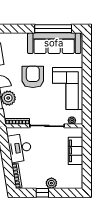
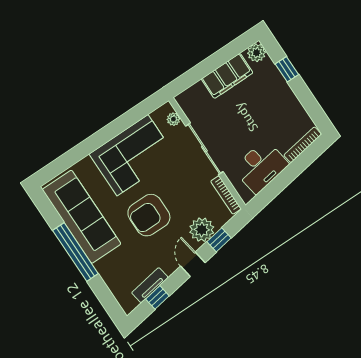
window: (53, 29) -> (75, 252), moved
filing cabinet: (75, 151) -> (227, 76), moved
plant: (51, 183) -> (256, 53), moved
window: (42, 193) -> (287, 69), moved

